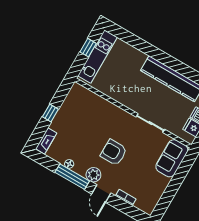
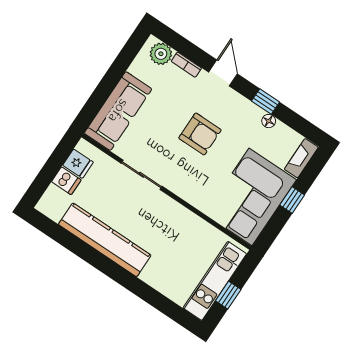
corner sofa: (78, 113) -> (251, 197), added
sofa: (172, 158) -> (118, 111), width x1.36
plant: (93, 175) -> (161, 54), moved
window: (72, 177) -> (265, 101), width x0.46

